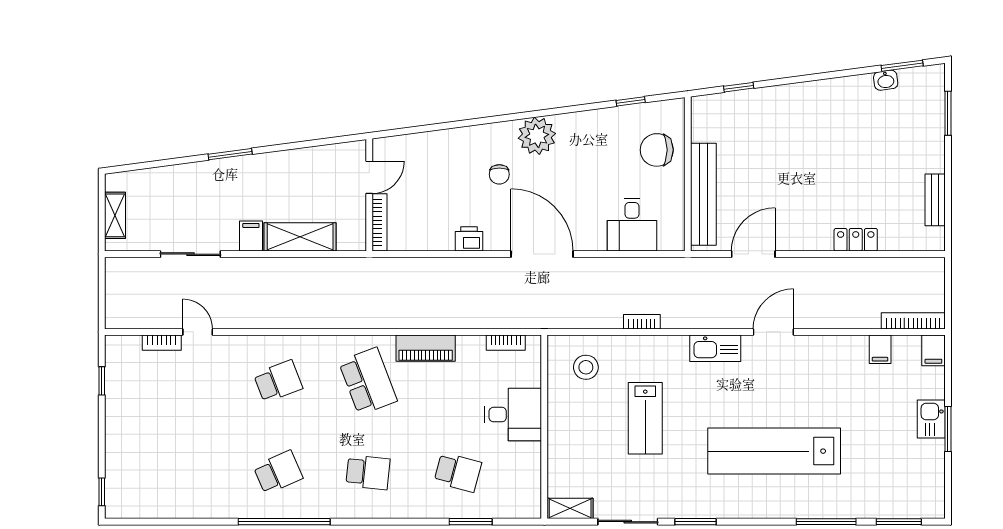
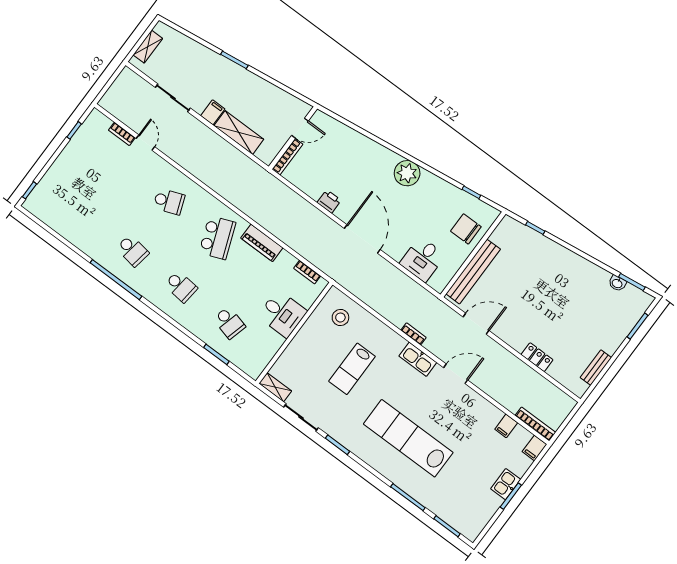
chair: (499, 174) -> (371, 179), removed
bookcase: (642, 322) -> (414, 334), moved
school desk: (278, 472) -> (132, 251), turned 33

